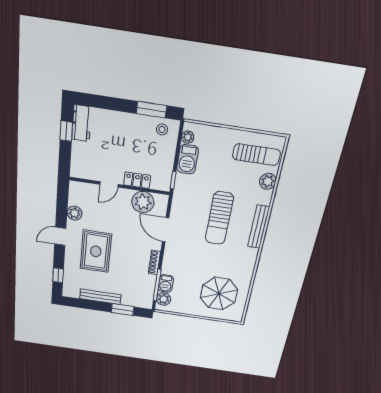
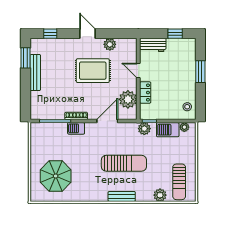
window: (152, 110) -> (200, 72), moved
workbench: (82, 123) -> (153, 45), moved
sun lounger: (219, 218) -> (124, 163), turned 180
bench: (259, 227) -> (122, 196), width x0.73
rug: (96, 251) -> (93, 71), moved
barbecue: (166, 284) -> (76, 128), moved
plant: (164, 299) -> (144, 129), moved
window: (123, 310) -> (26, 58), moved

